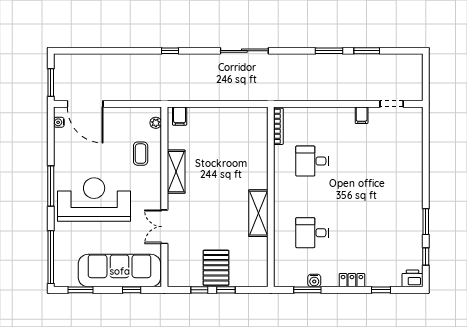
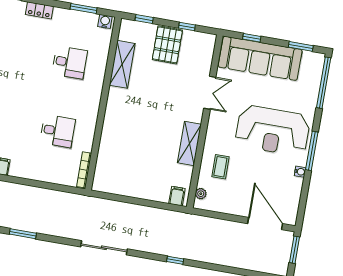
water cooler: (59, 122) -> (300, 172), moved
shelving: (258, 213) -> (122, 64), moved
water cooler: (314, 280) -> (105, 21), moved
window: (226, 290) -> (144, 19), moved

